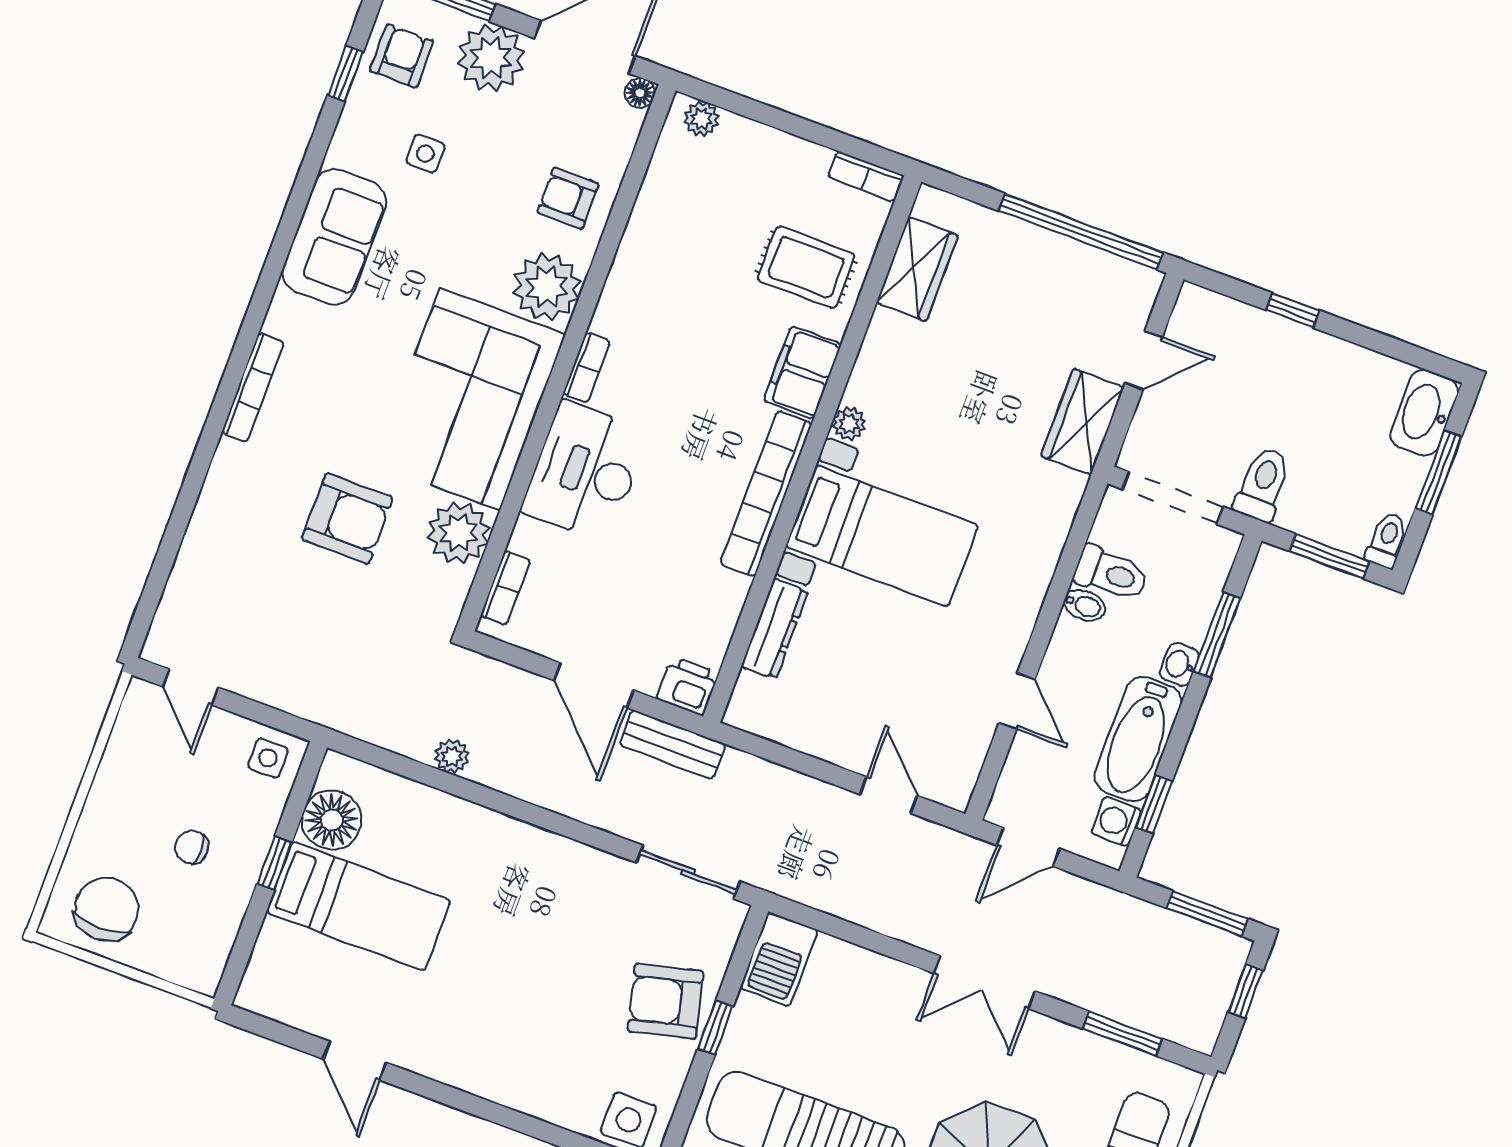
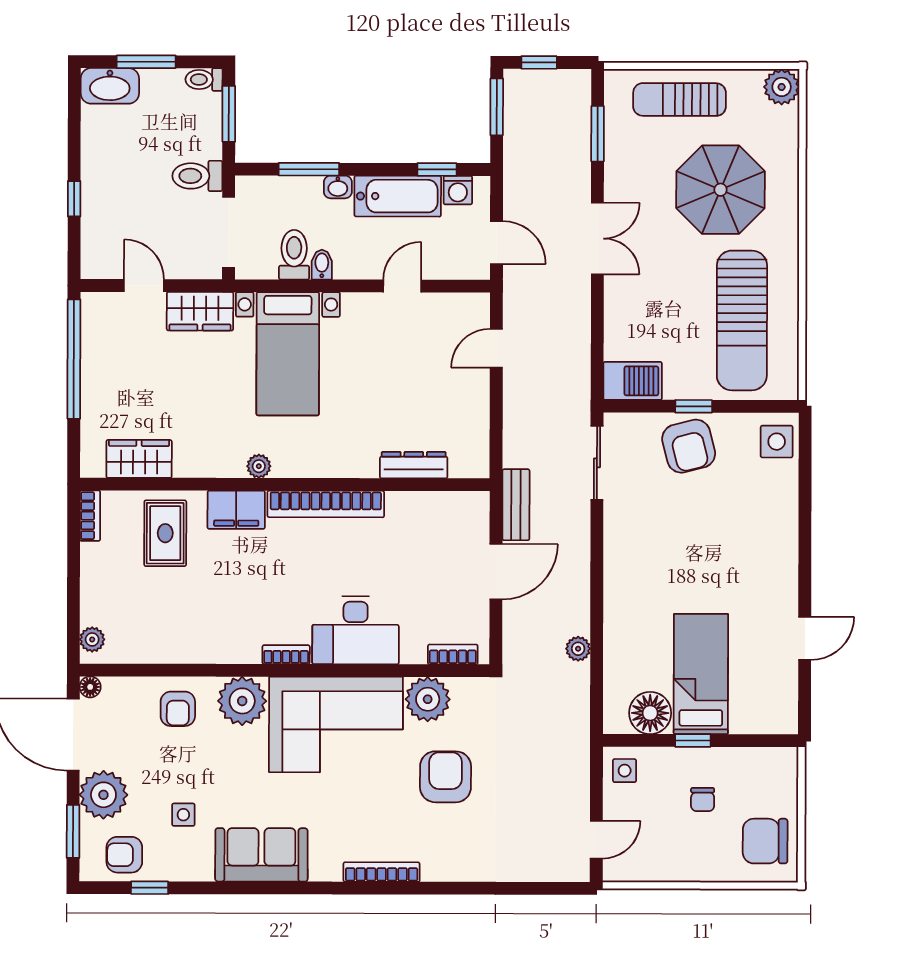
bed with nightstands: (882, 536) -> (288, 354), moved, turned 180
printer: (687, 686) -> (473, 509), removed

